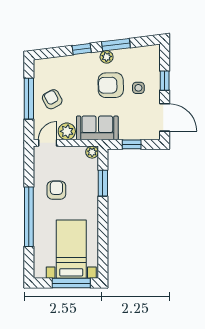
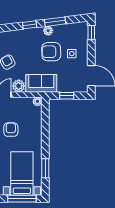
window: (165, 81) -> (91, 33), moved
window: (103, 183) -> (45, 168), moved

